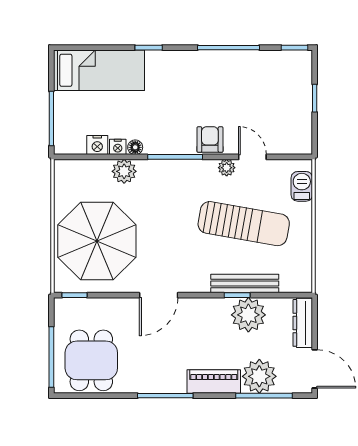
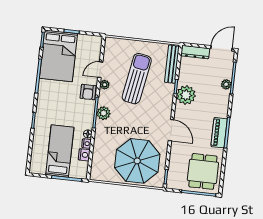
bed: (99, 70) -> (60, 151), moved
bed: (269, 79) -> (58, 56), added
armchair: (210, 140) -> (88, 92), turned -90
plant: (124, 171) -> (104, 113), moved
barbecue: (302, 186) -> (120, 44), removed
bench: (245, 284) -> (172, 64), moved
plant: (248, 315) -> (186, 95), moved
dining table: (91, 360) -> (203, 171), turned 90
plant: (259, 376) -> (226, 84), width x0.53, depth x0.53
piano: (214, 381) -> (219, 133), moved

